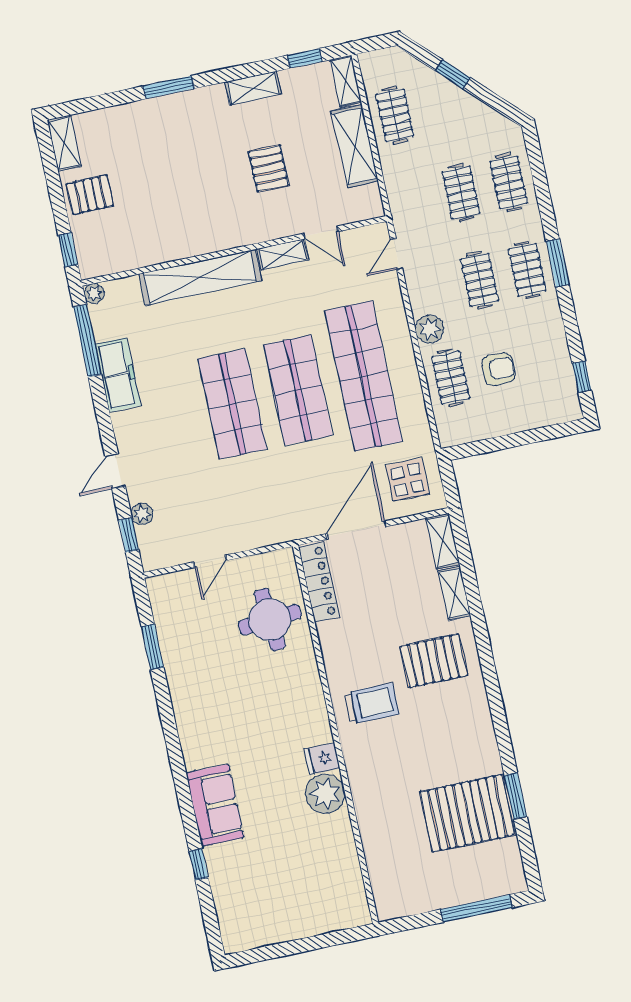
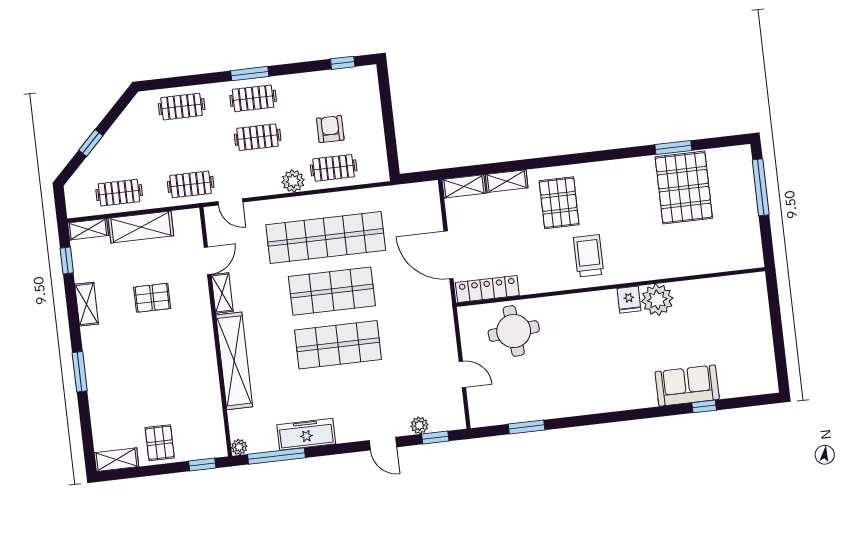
clothes rail: (461, 193) -> (191, 184), moved
display table: (407, 480) -> (412, 210), removed
sofa: (215, 805) -> (687, 386), moved

